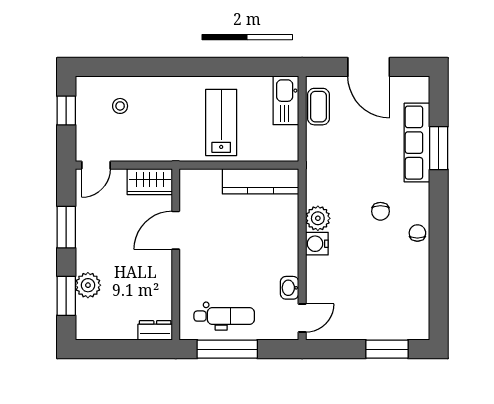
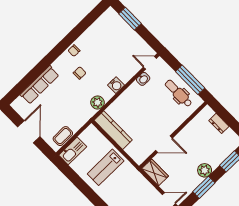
window: (439, 148) -> (33, 74), removed
plant: (318, 218) -> (97, 102), moved
plant: (88, 285) -> (205, 170), moved
dresser: (155, 330) -> (219, 123), moved

